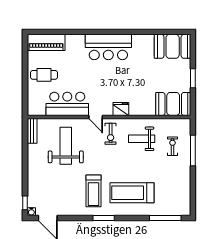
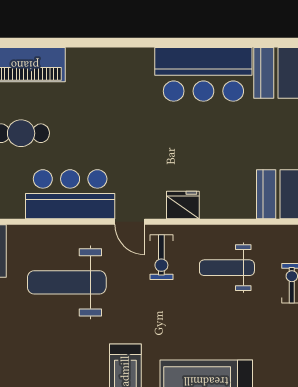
bar counter: (108, 47) -> (203, 74), moved
weight bench: (66, 146) -> (67, 282), turned -90

